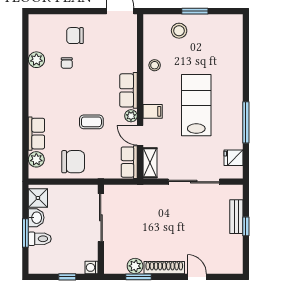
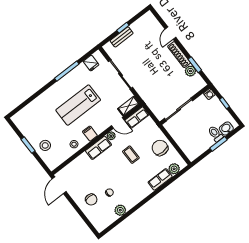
filing cabinet: (153, 111) -> (90, 134), moved
door: (140, 135) -> (118, 123), hinge flipped
shower: (38, 198) -> (194, 152), removed
washbasin: (36, 218) -> (226, 129), moved

